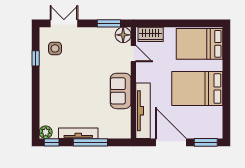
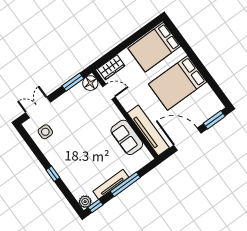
window: (36, 58) -> (53, 174), moved
sofa: (121, 91) -> (127, 137), moved

